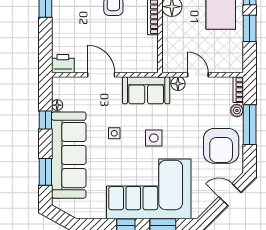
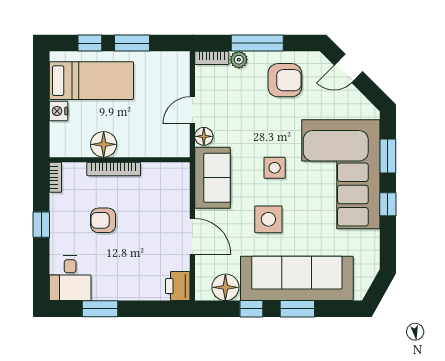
door: (101, 75) -> (192, 236), swing flipped
floor lamp: (57, 105) -> (225, 287), width x1.89, depth x1.89
side table: (114, 133) -> (268, 219), width x1.87, depth x1.87
armchair: (221, 146) -> (285, 80), width x0.73, depth x0.73
window: (45, 172) -> (297, 309), moved
door: (230, 195) -> (349, 68), hinge flipped

